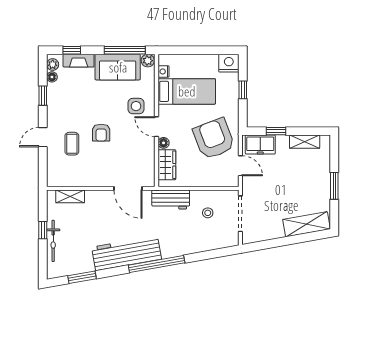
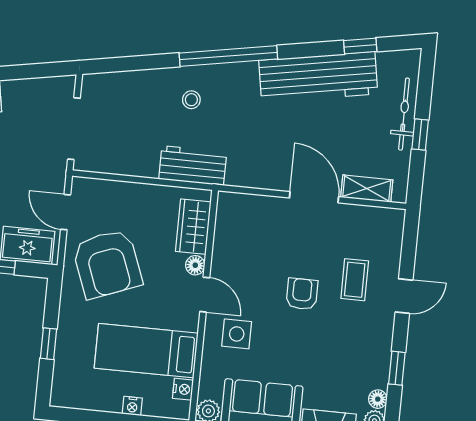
nightstand: (229, 63) -> (132, 406), moved, width x0.53, depth x0.56
door: (128, 188) -> (314, 197), moved
stool: (208, 213) -> (191, 100), moved
workbench: (127, 253) -> (318, 77), moved
window: (82, 277) -> (360, 46), width x0.67

